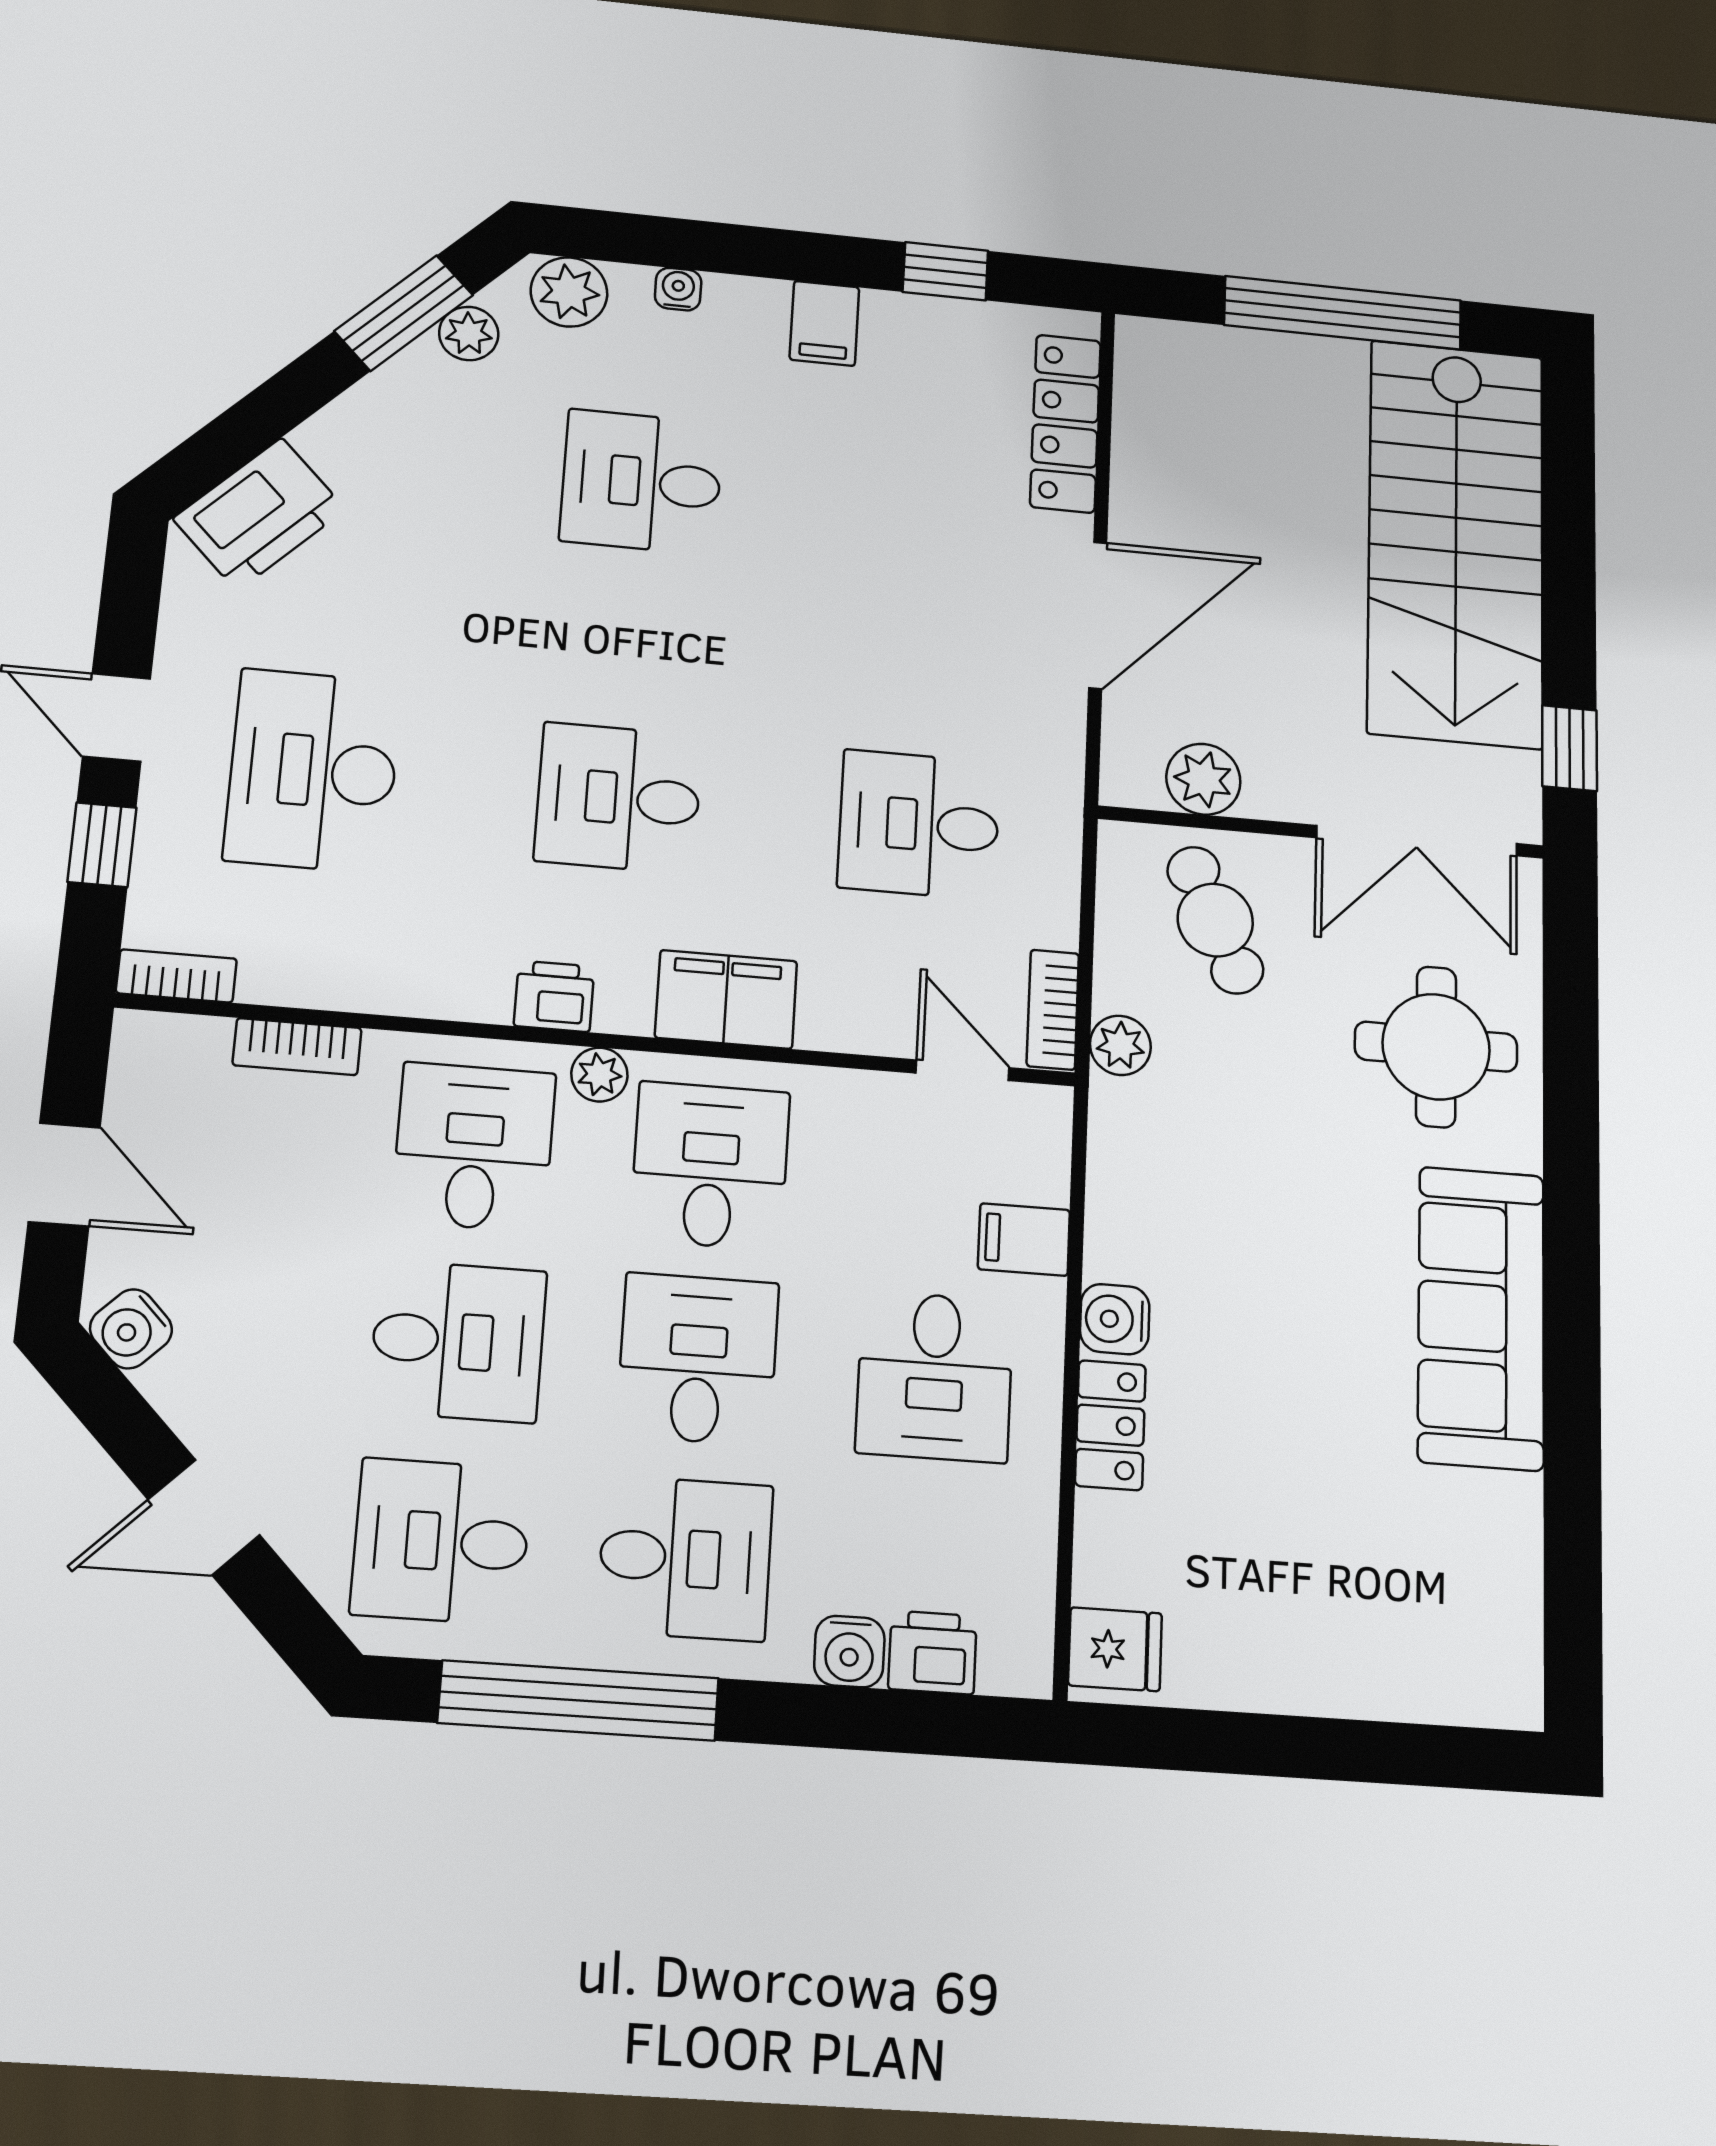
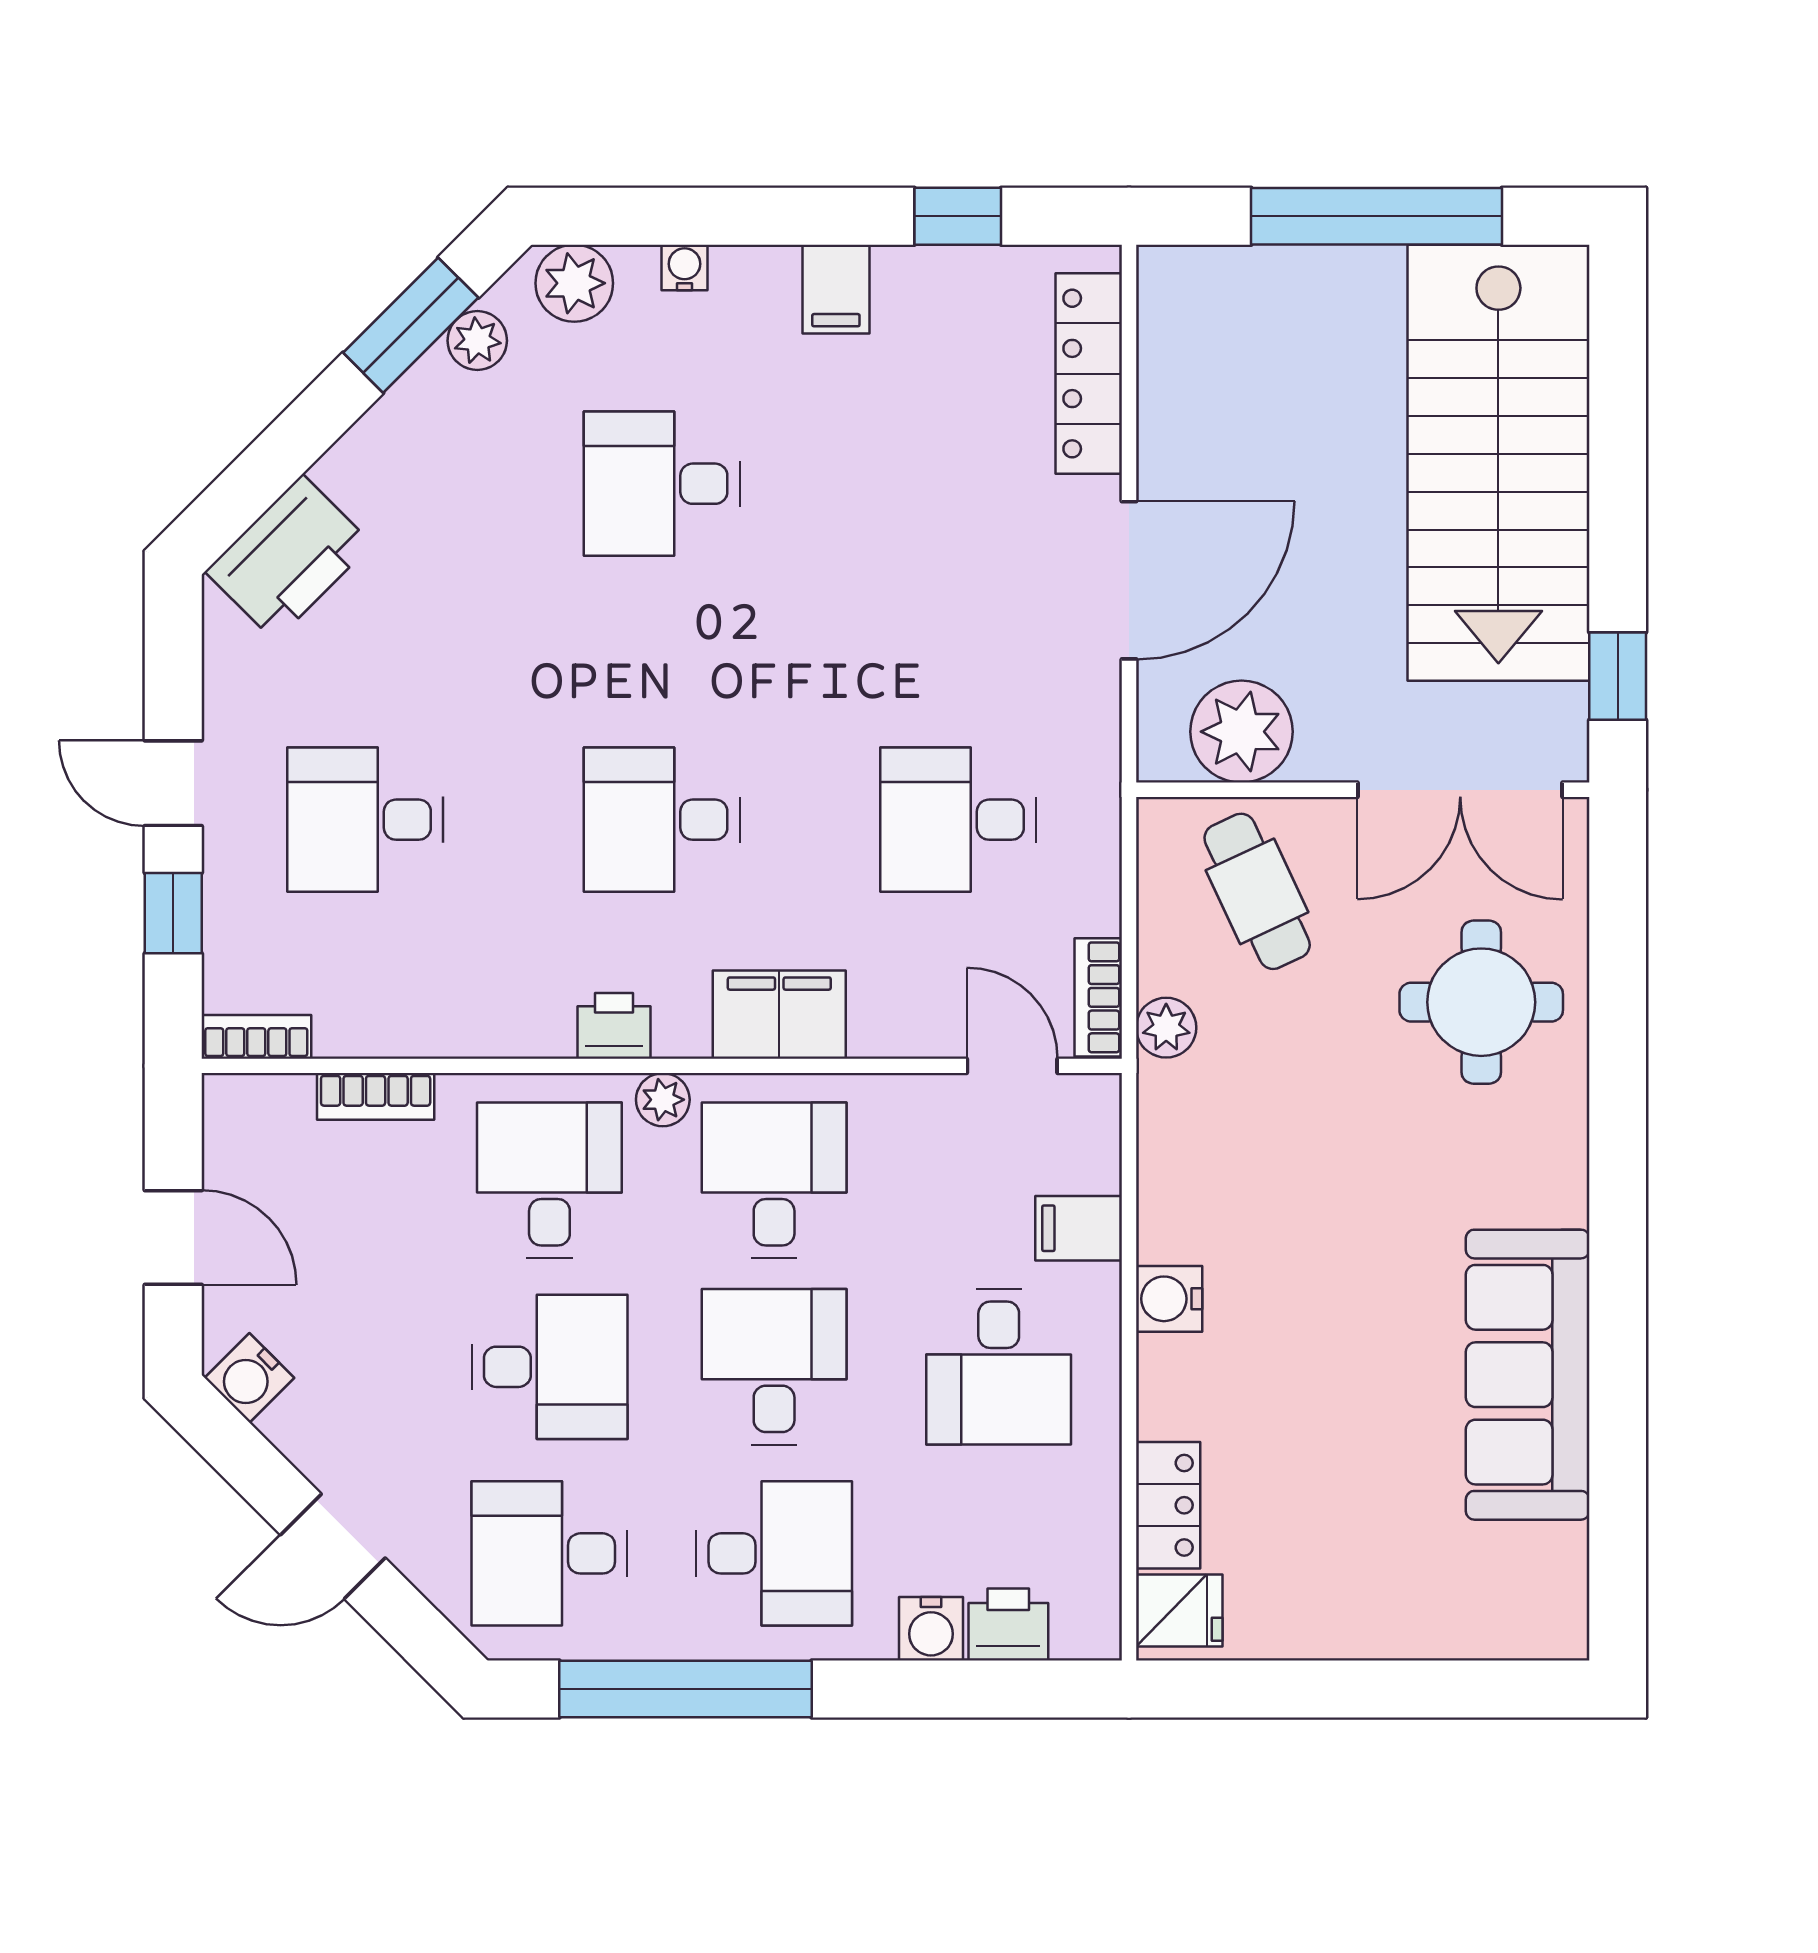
desk: (313, 771) -> (365, 820), width x0.73
plant: (1203, 779) -> (1241, 732), width x1.36, depth x1.36
sofa: (1481, 1318) -> (1528, 1375), moved
locker: (1110, 1425) -> (1168, 1505), moved

